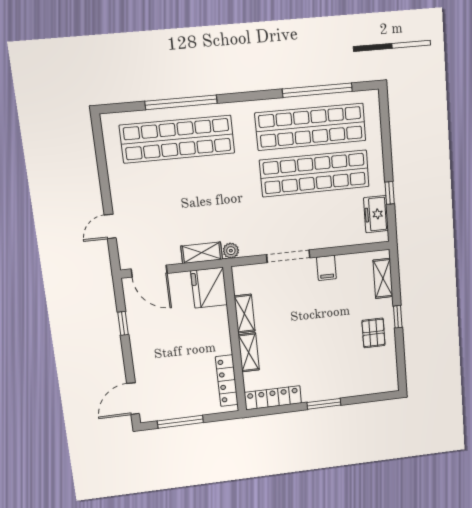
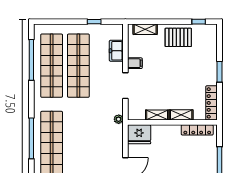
freezer: (376, 214) -> (116, 51), moved, turned 90
shelving: (202, 253) -> (118, 136), removed
window: (398, 317) -> (199, 22), moved
pallet: (373, 333) -> (178, 37), width x1.50, depth x1.42

